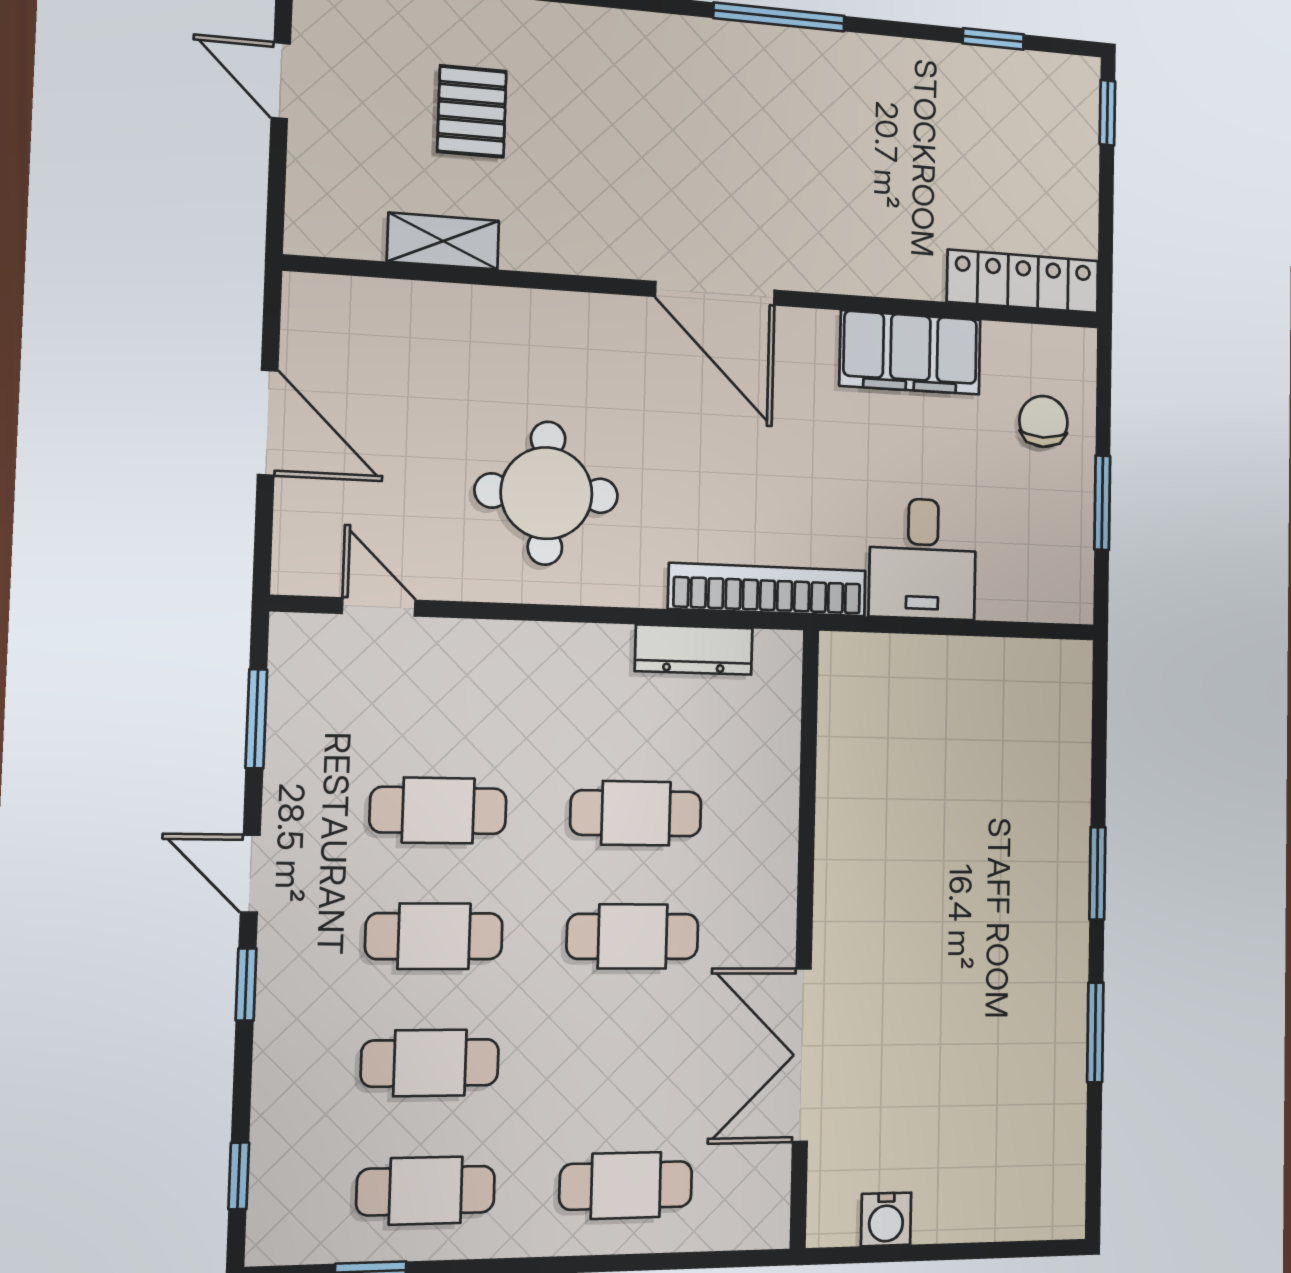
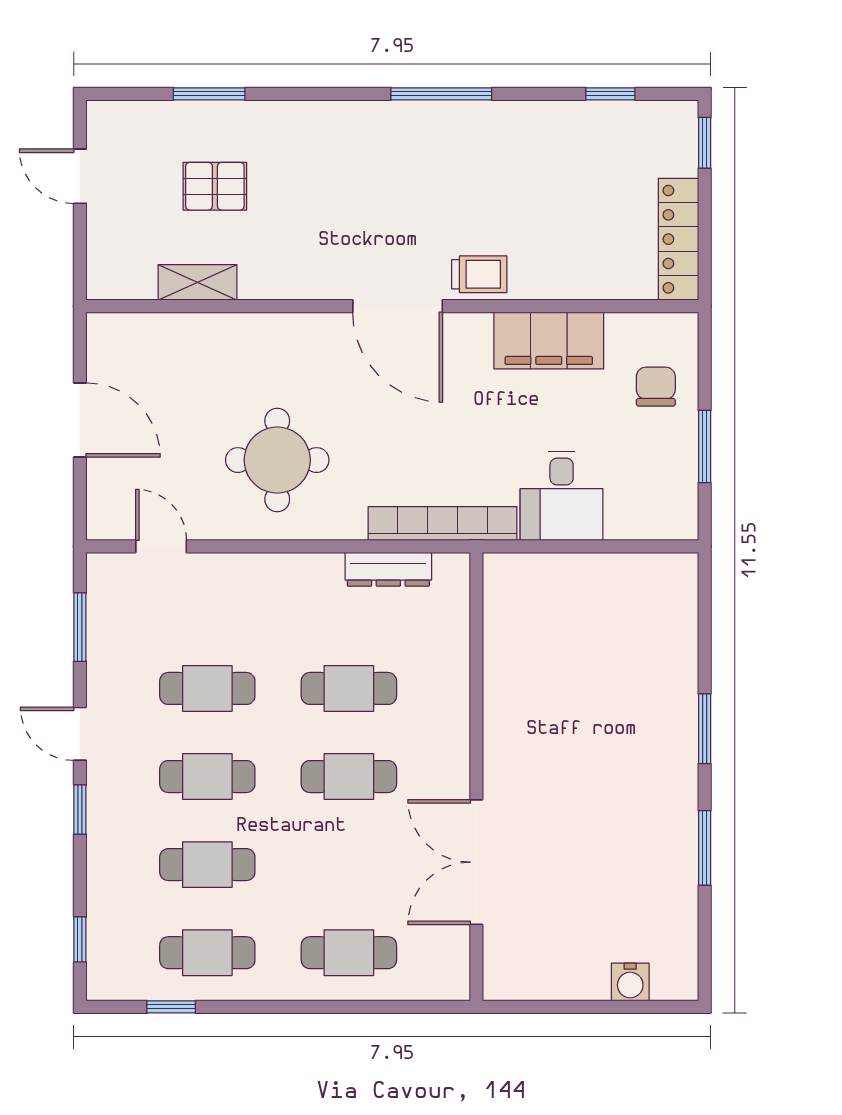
pallet: (472, 111) -> (215, 186), turned 90
trolley: (823, 259) -> (479, 274), added
locker: (1023, 281) -> (678, 239), moved, turned -90
water cooler: (886, 1219) -> (630, 982), moved

